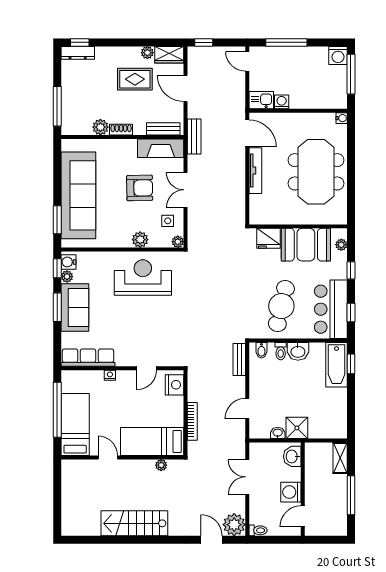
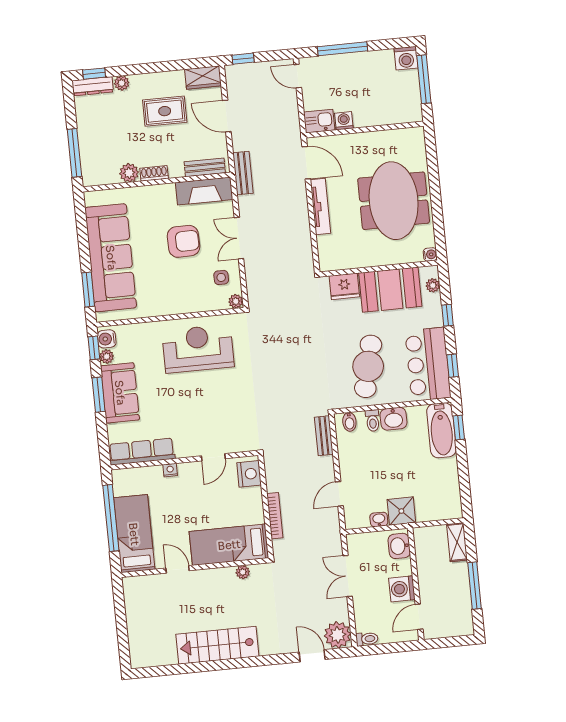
plant: (147, 53) -> (122, 83), moved
water cooler: (342, 118) -> (430, 254), moved
plant: (140, 240) -> (190, 303), removed

